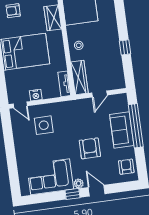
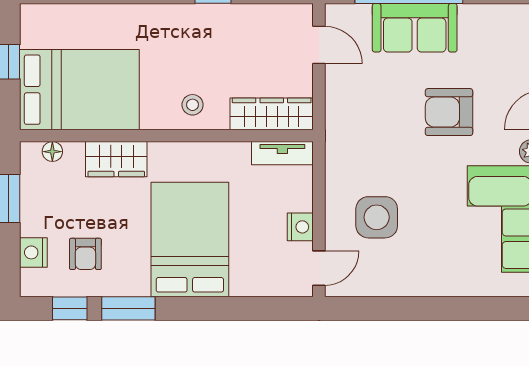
door: (100, 94) -> (319, 45), moved
armchair: (126, 167) -> (506, 29), removed

